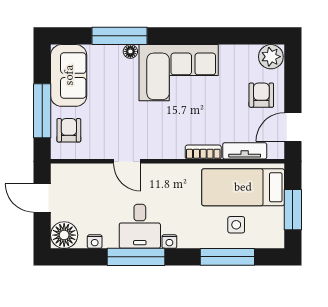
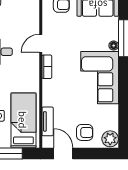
bookcase: (203, 152) -> (47, 67), moved

